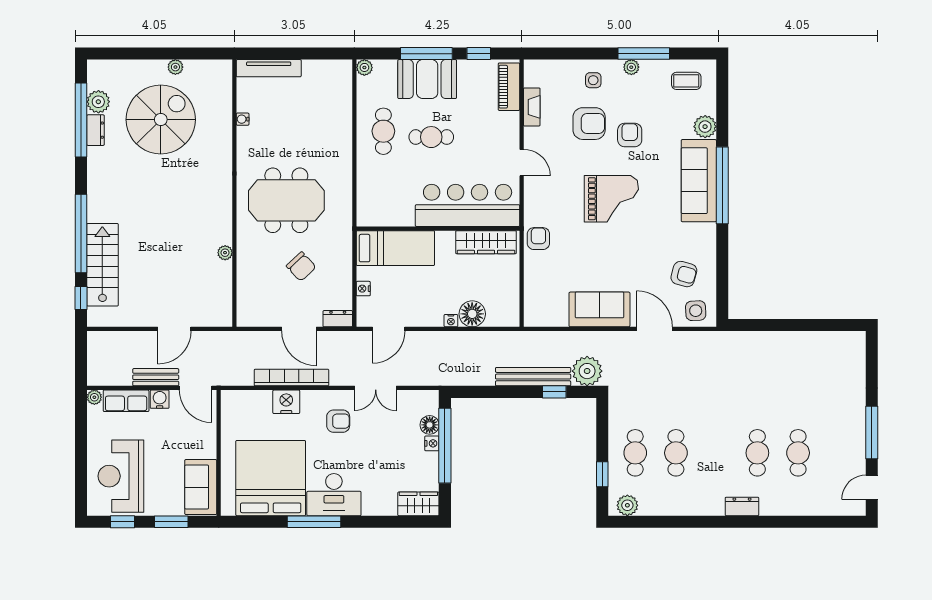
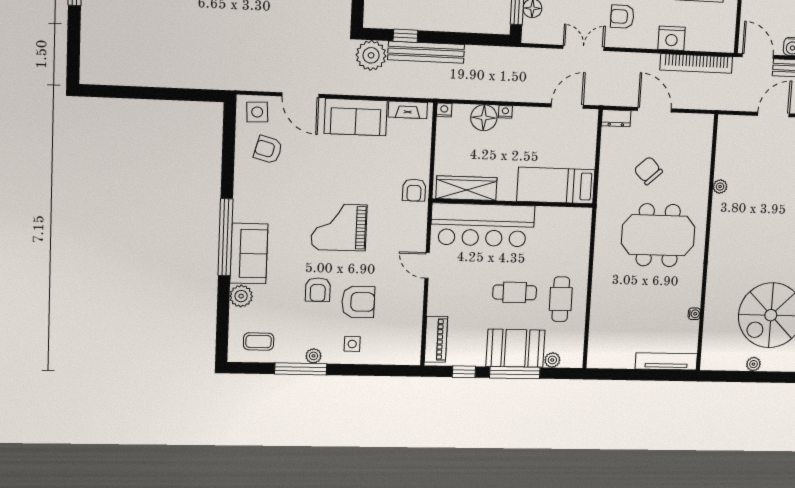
plant: (364, 67) -> (552, 360), moved
fireplace: (532, 107) -> (408, 110), moved, turned -90
armchair: (589, 124) -> (358, 302), turned 180
sofa: (699, 181) -> (249, 254), width x0.73
nightstand: (363, 289) -> (444, 110), moved, turned -90
bookcase: (291, 378) -> (696, 63), moved

